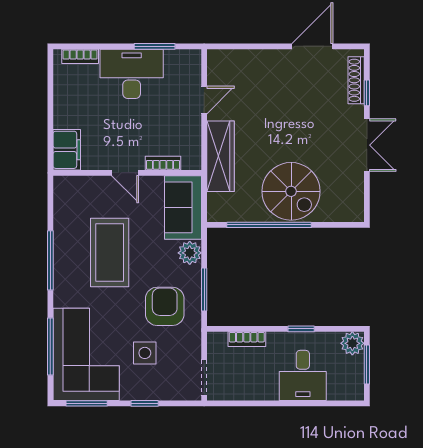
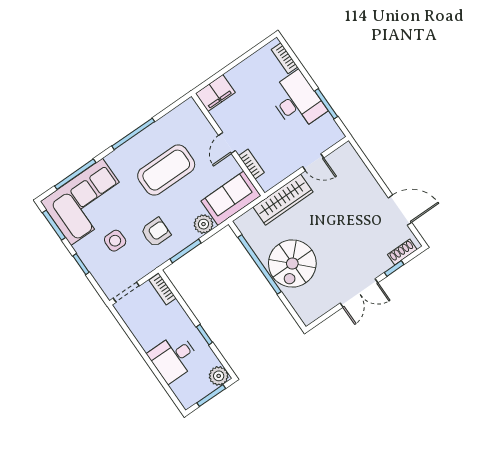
shoe rack: (356, 80) -> (402, 252), width x0.70
armchair: (165, 306) -> (156, 232), width x0.72, depth x0.72
bookcase: (247, 339) -> (163, 289), moved

